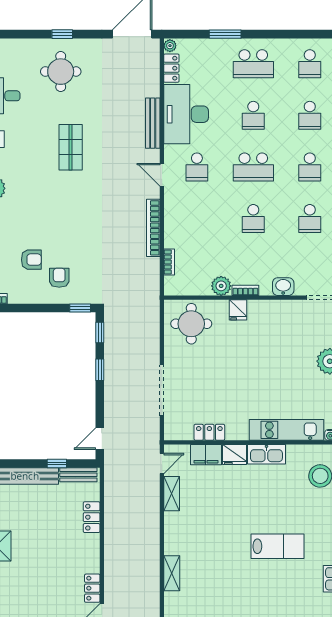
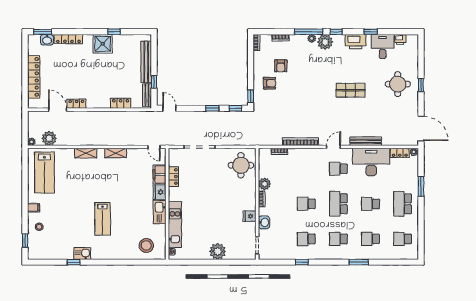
fridge: (238, 310) -> (250, 216), moved
shelving: (172, 494) -> (116, 153), moved

